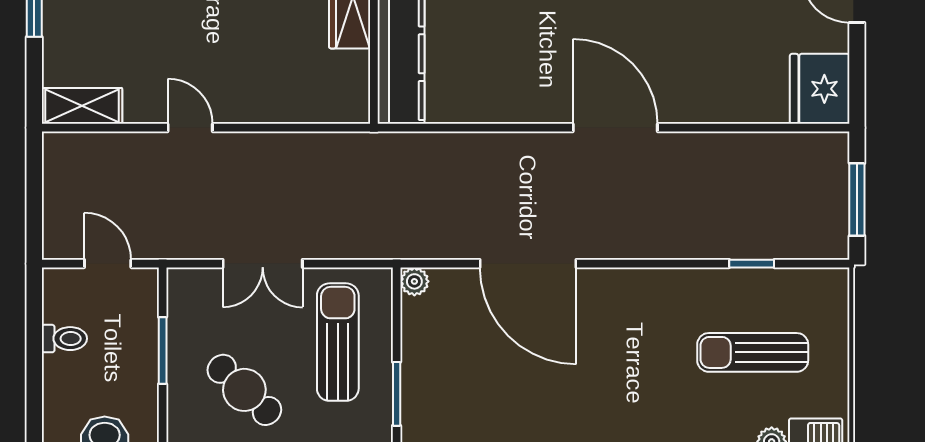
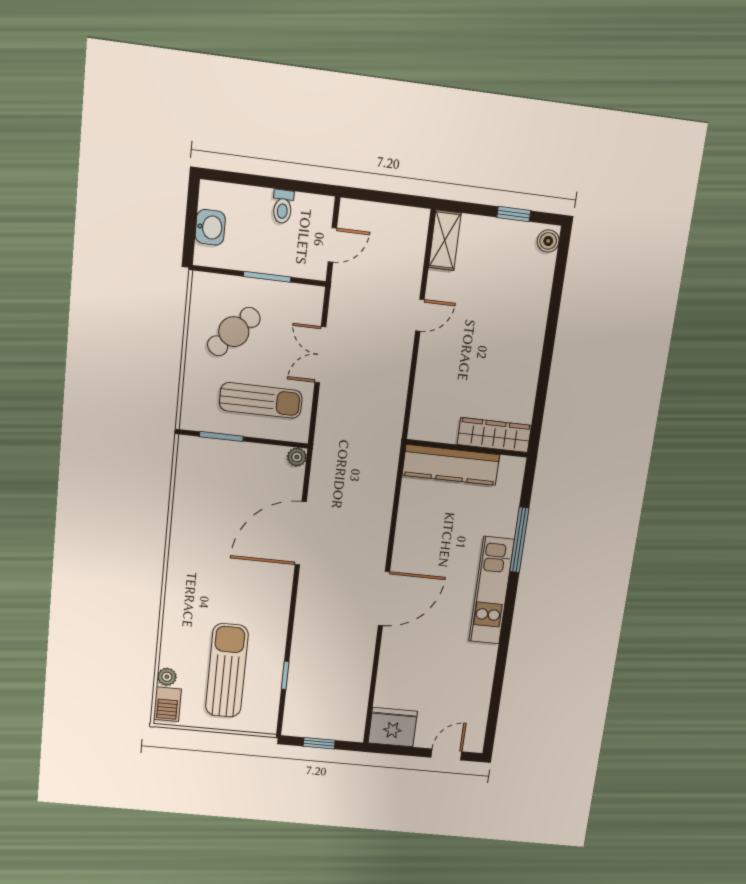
window: (857, 199) -> (319, 743), width x0.67
sun lounger: (753, 352) -> (227, 670), width x1.36, depth x1.34

